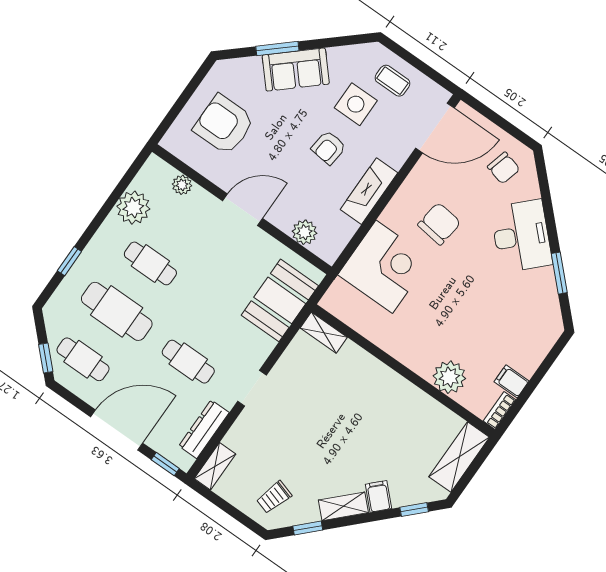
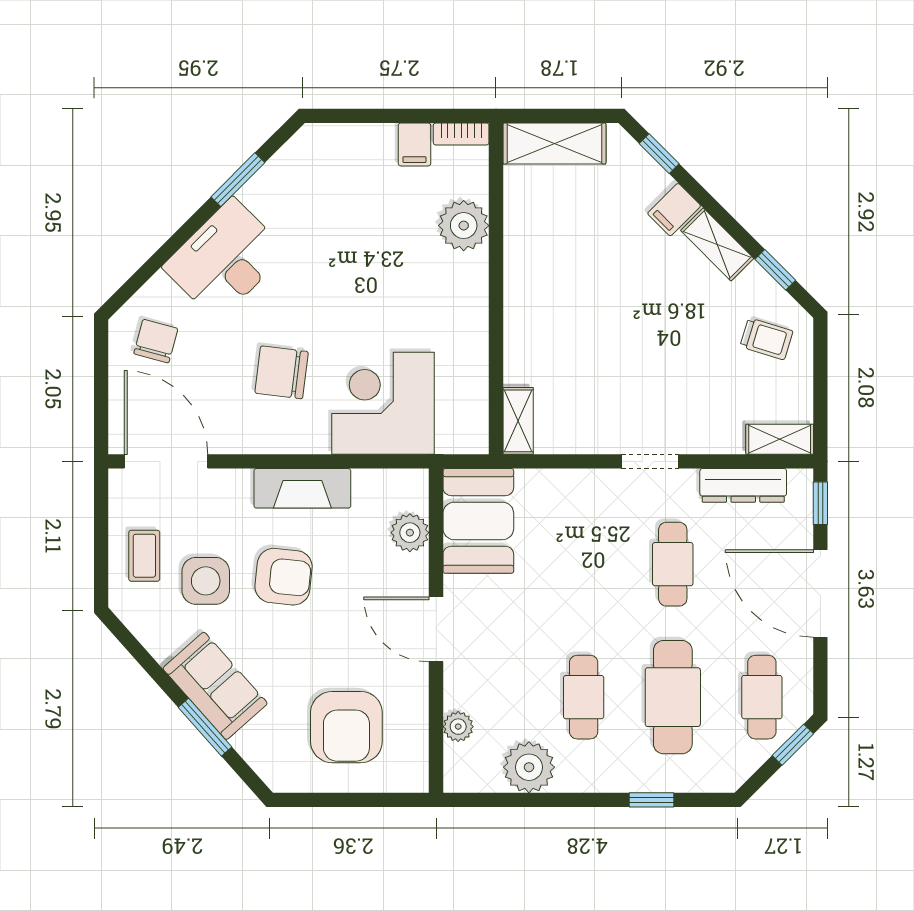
armchair: (329, 148) -> (284, 577), width x1.38, depth x1.38
booth: (280, 300) -> (478, 521), moved, turned 90

